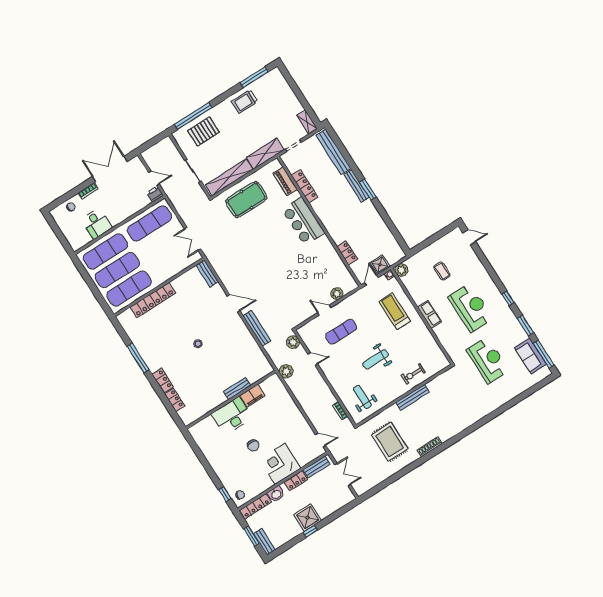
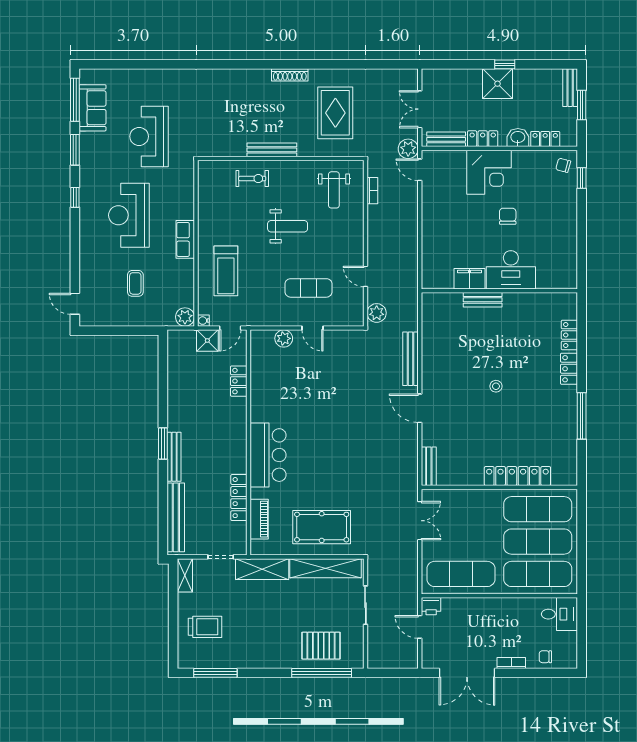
trolley: (245, 101) -> (205, 627), moved
desk: (97, 224) -> (559, 614), moved, turned 90
plant: (286, 371) -> (408, 149), moved
locker: (255, 506) -> (545, 139), width x0.66

